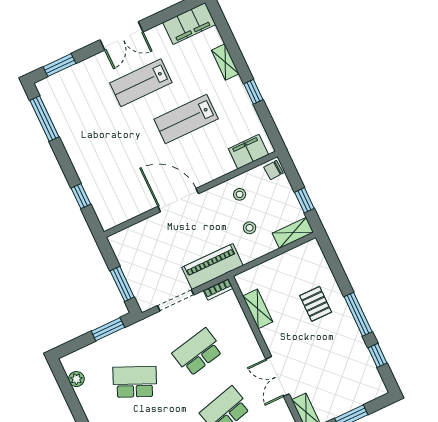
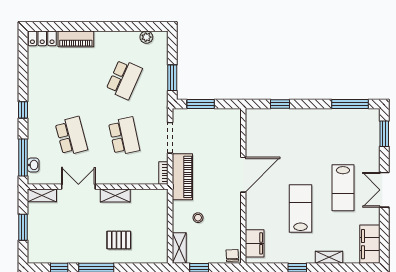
lab bench: (141, 83) -> (343, 188), turned 180
stool: (240, 194) -> (226, 222), removed
shelving: (258, 309) -> (115, 196), moved

